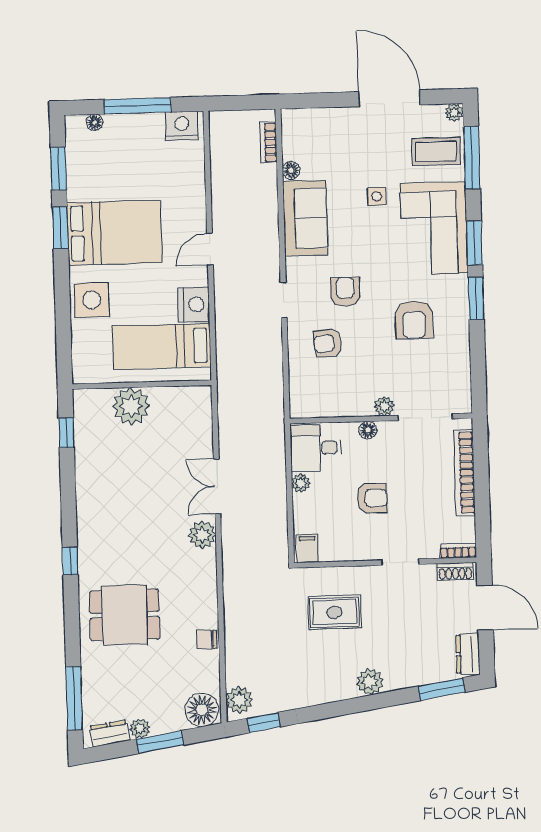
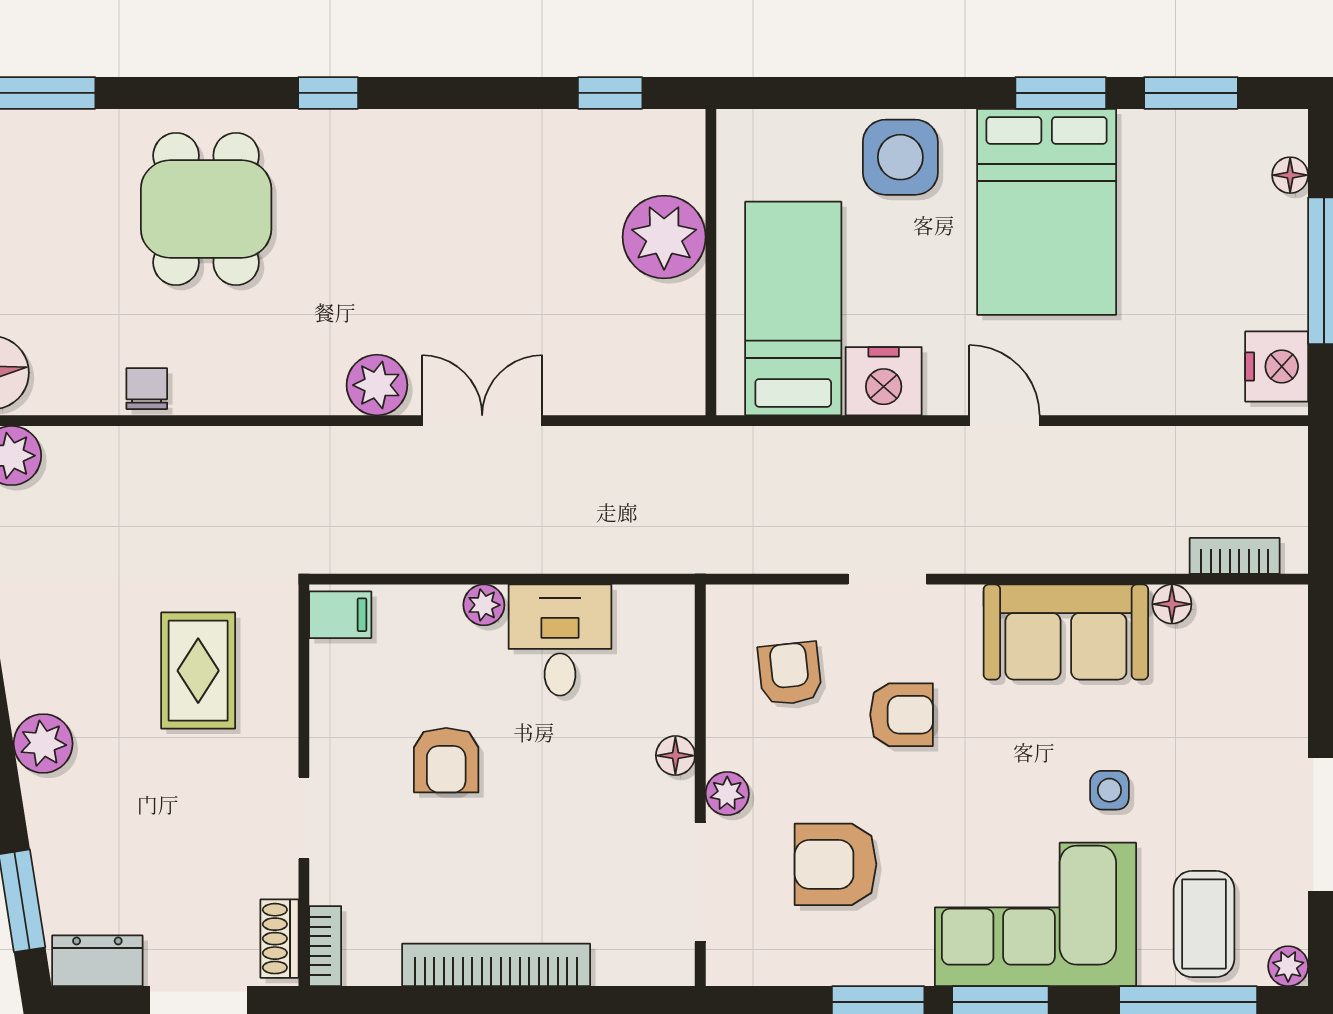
plant: (384, 406) -> (727, 794), moved
doorway: (425, 417) -> (700, 882), moved
wall: (381, 418) -> (700, 785), moved
floor lamp: (368, 430) -> (675, 756), moved

